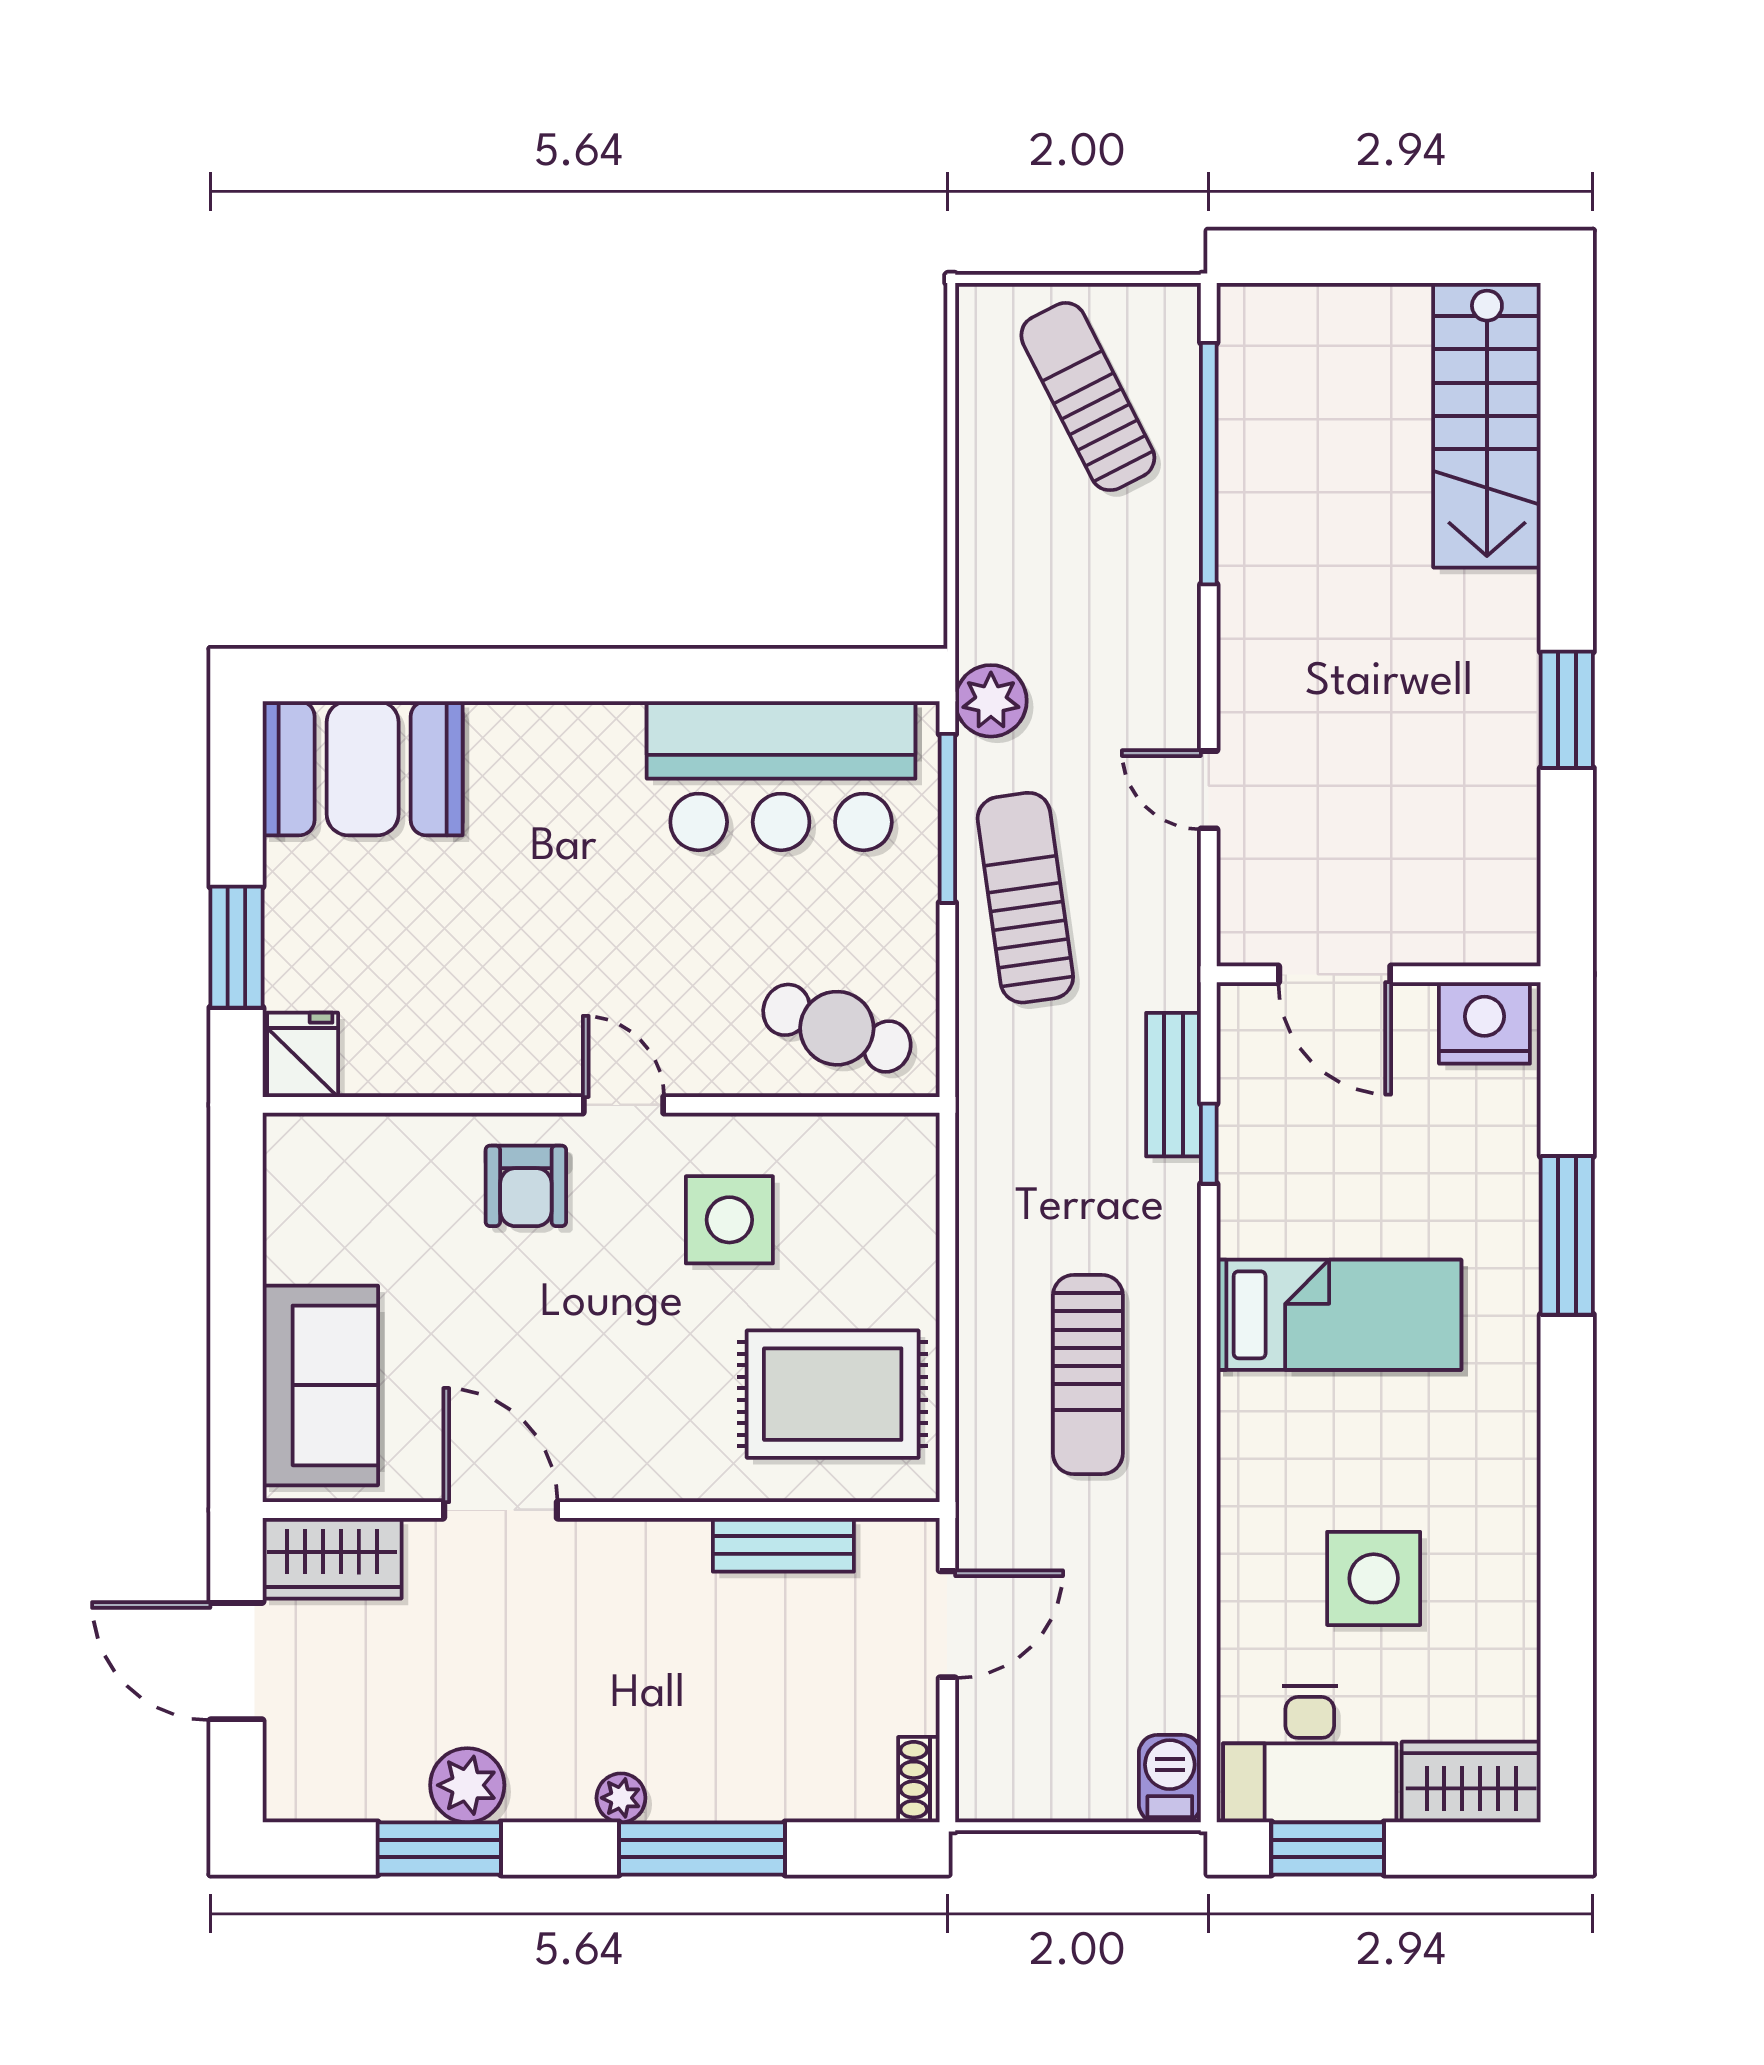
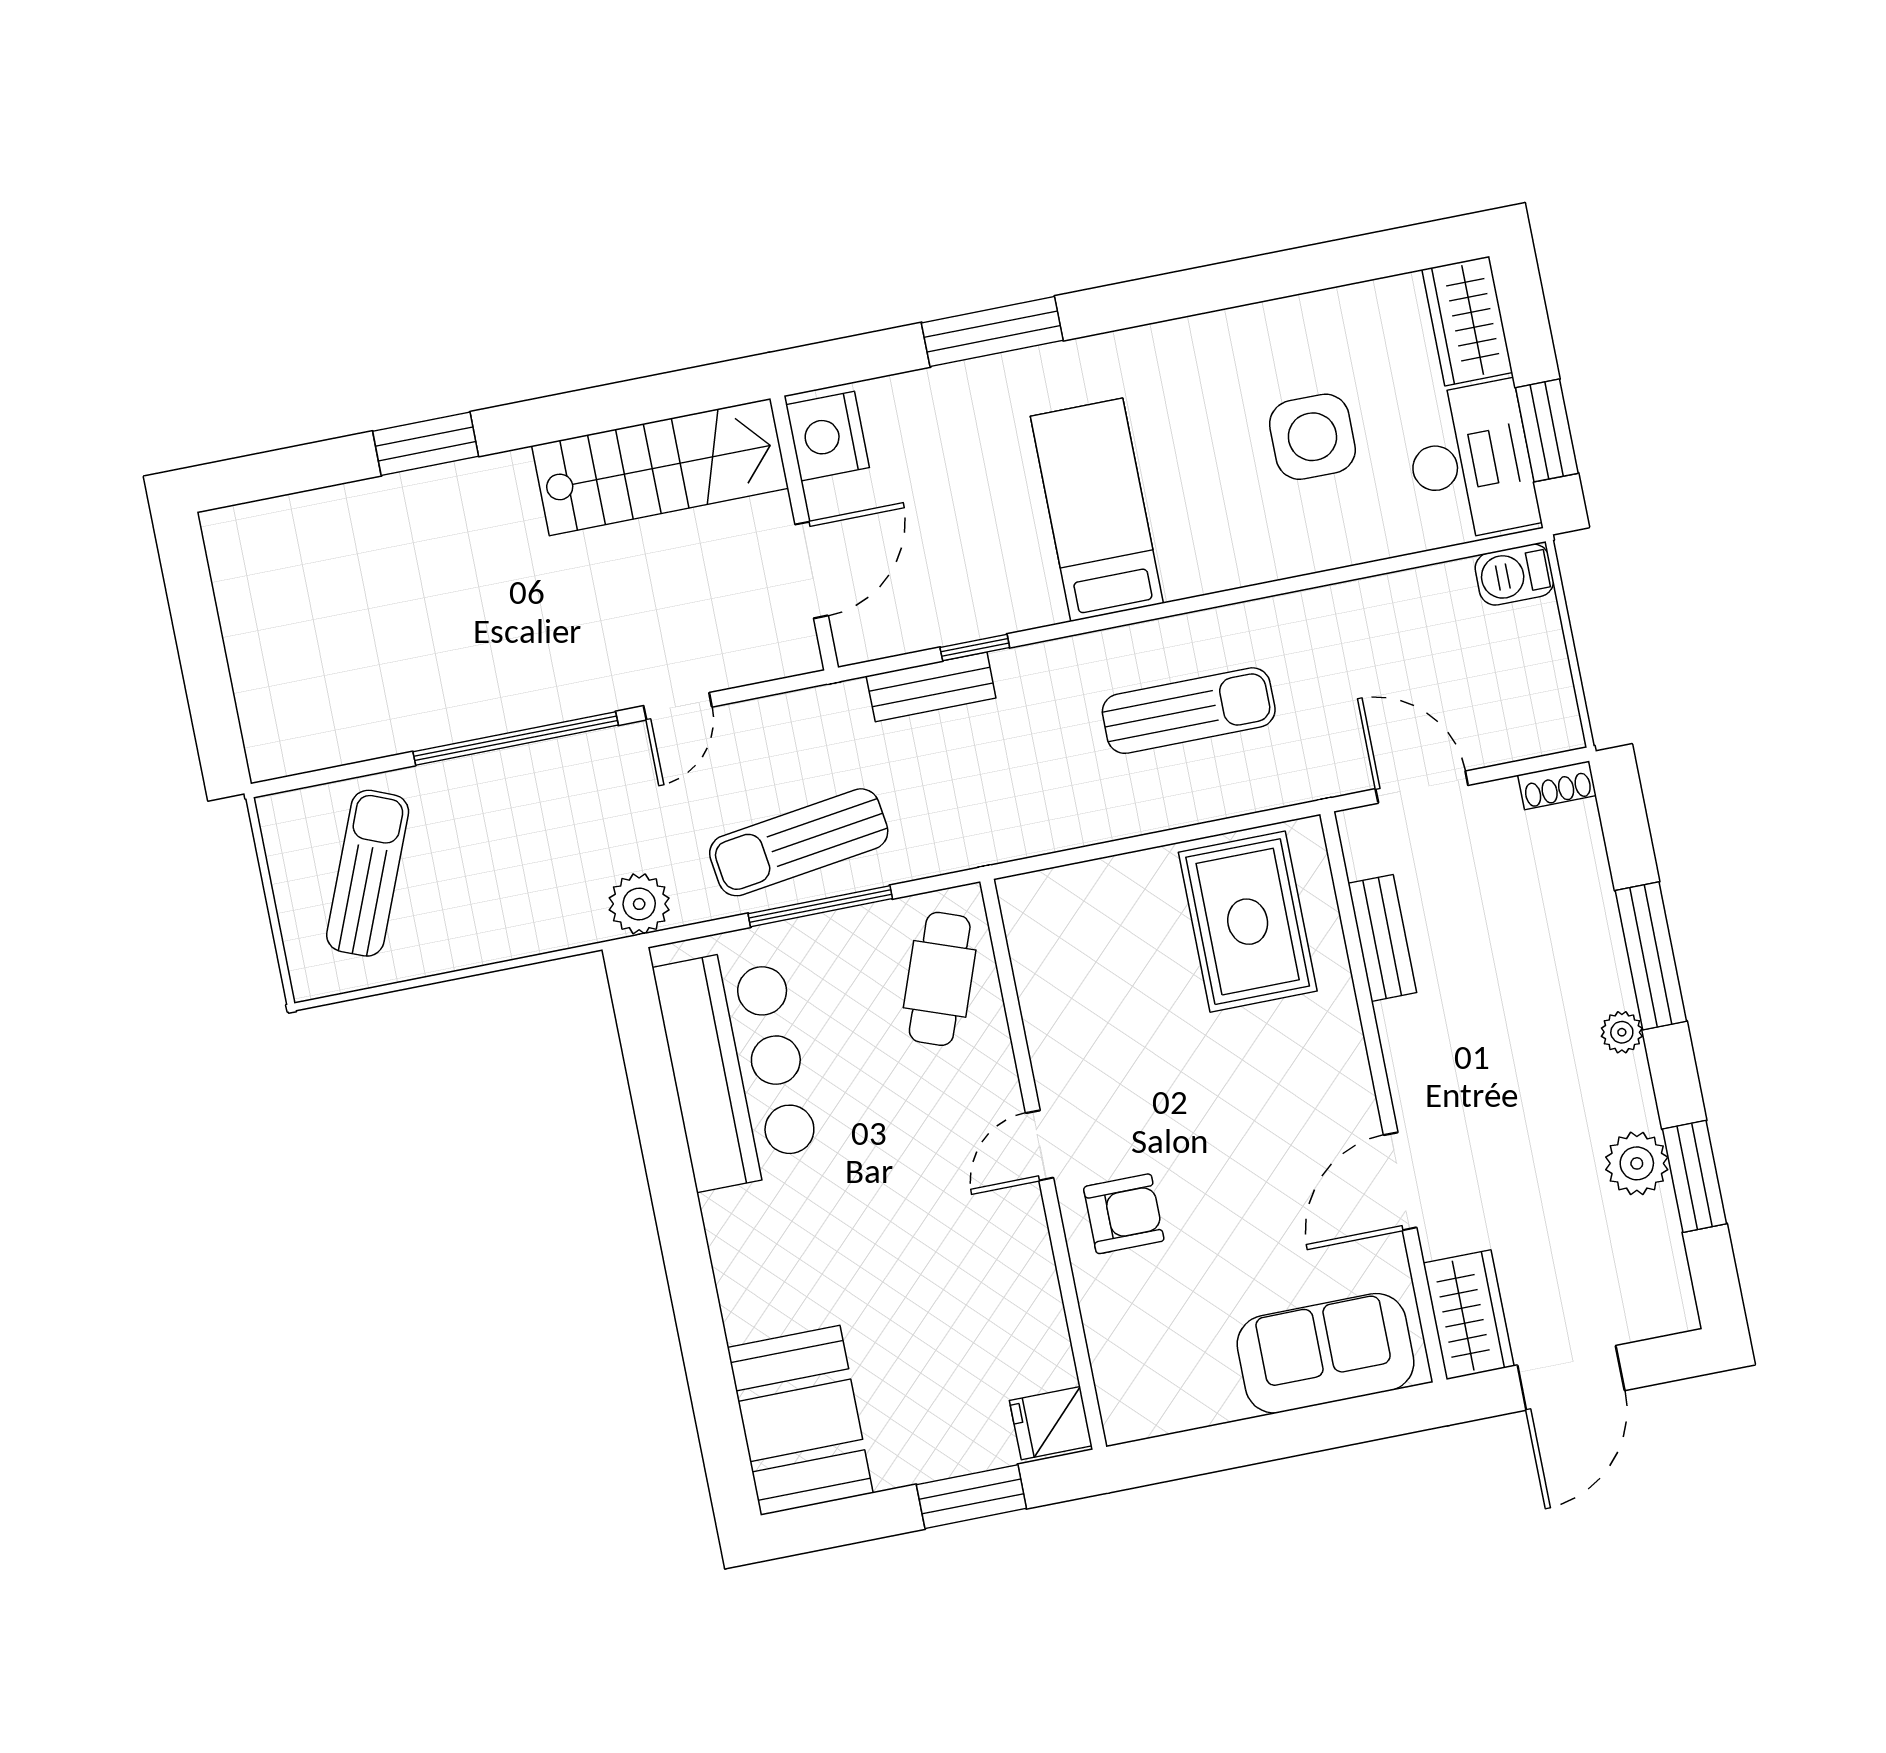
sun lounger: (1088, 397) -> (368, 873), turned 139
stairs: (1487, 425) -> (660, 467), moved
window: (1209, 464) -> (516, 738), moved
window: (1567, 710) -> (426, 444), moved
window: (947, 818) -> (820, 906), moved
side table: (729, 1220) -> (1118, 1037), removed

